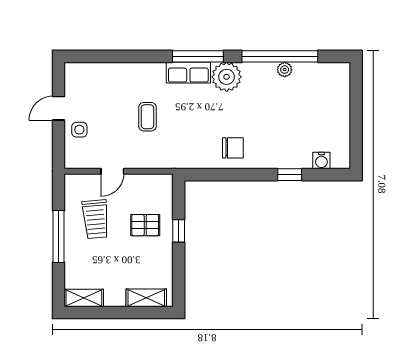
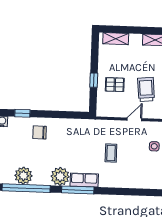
plant: (285, 70) -> (23, 176), width x1.88, depth x1.88
chair: (233, 148) -> (40, 132), moved

